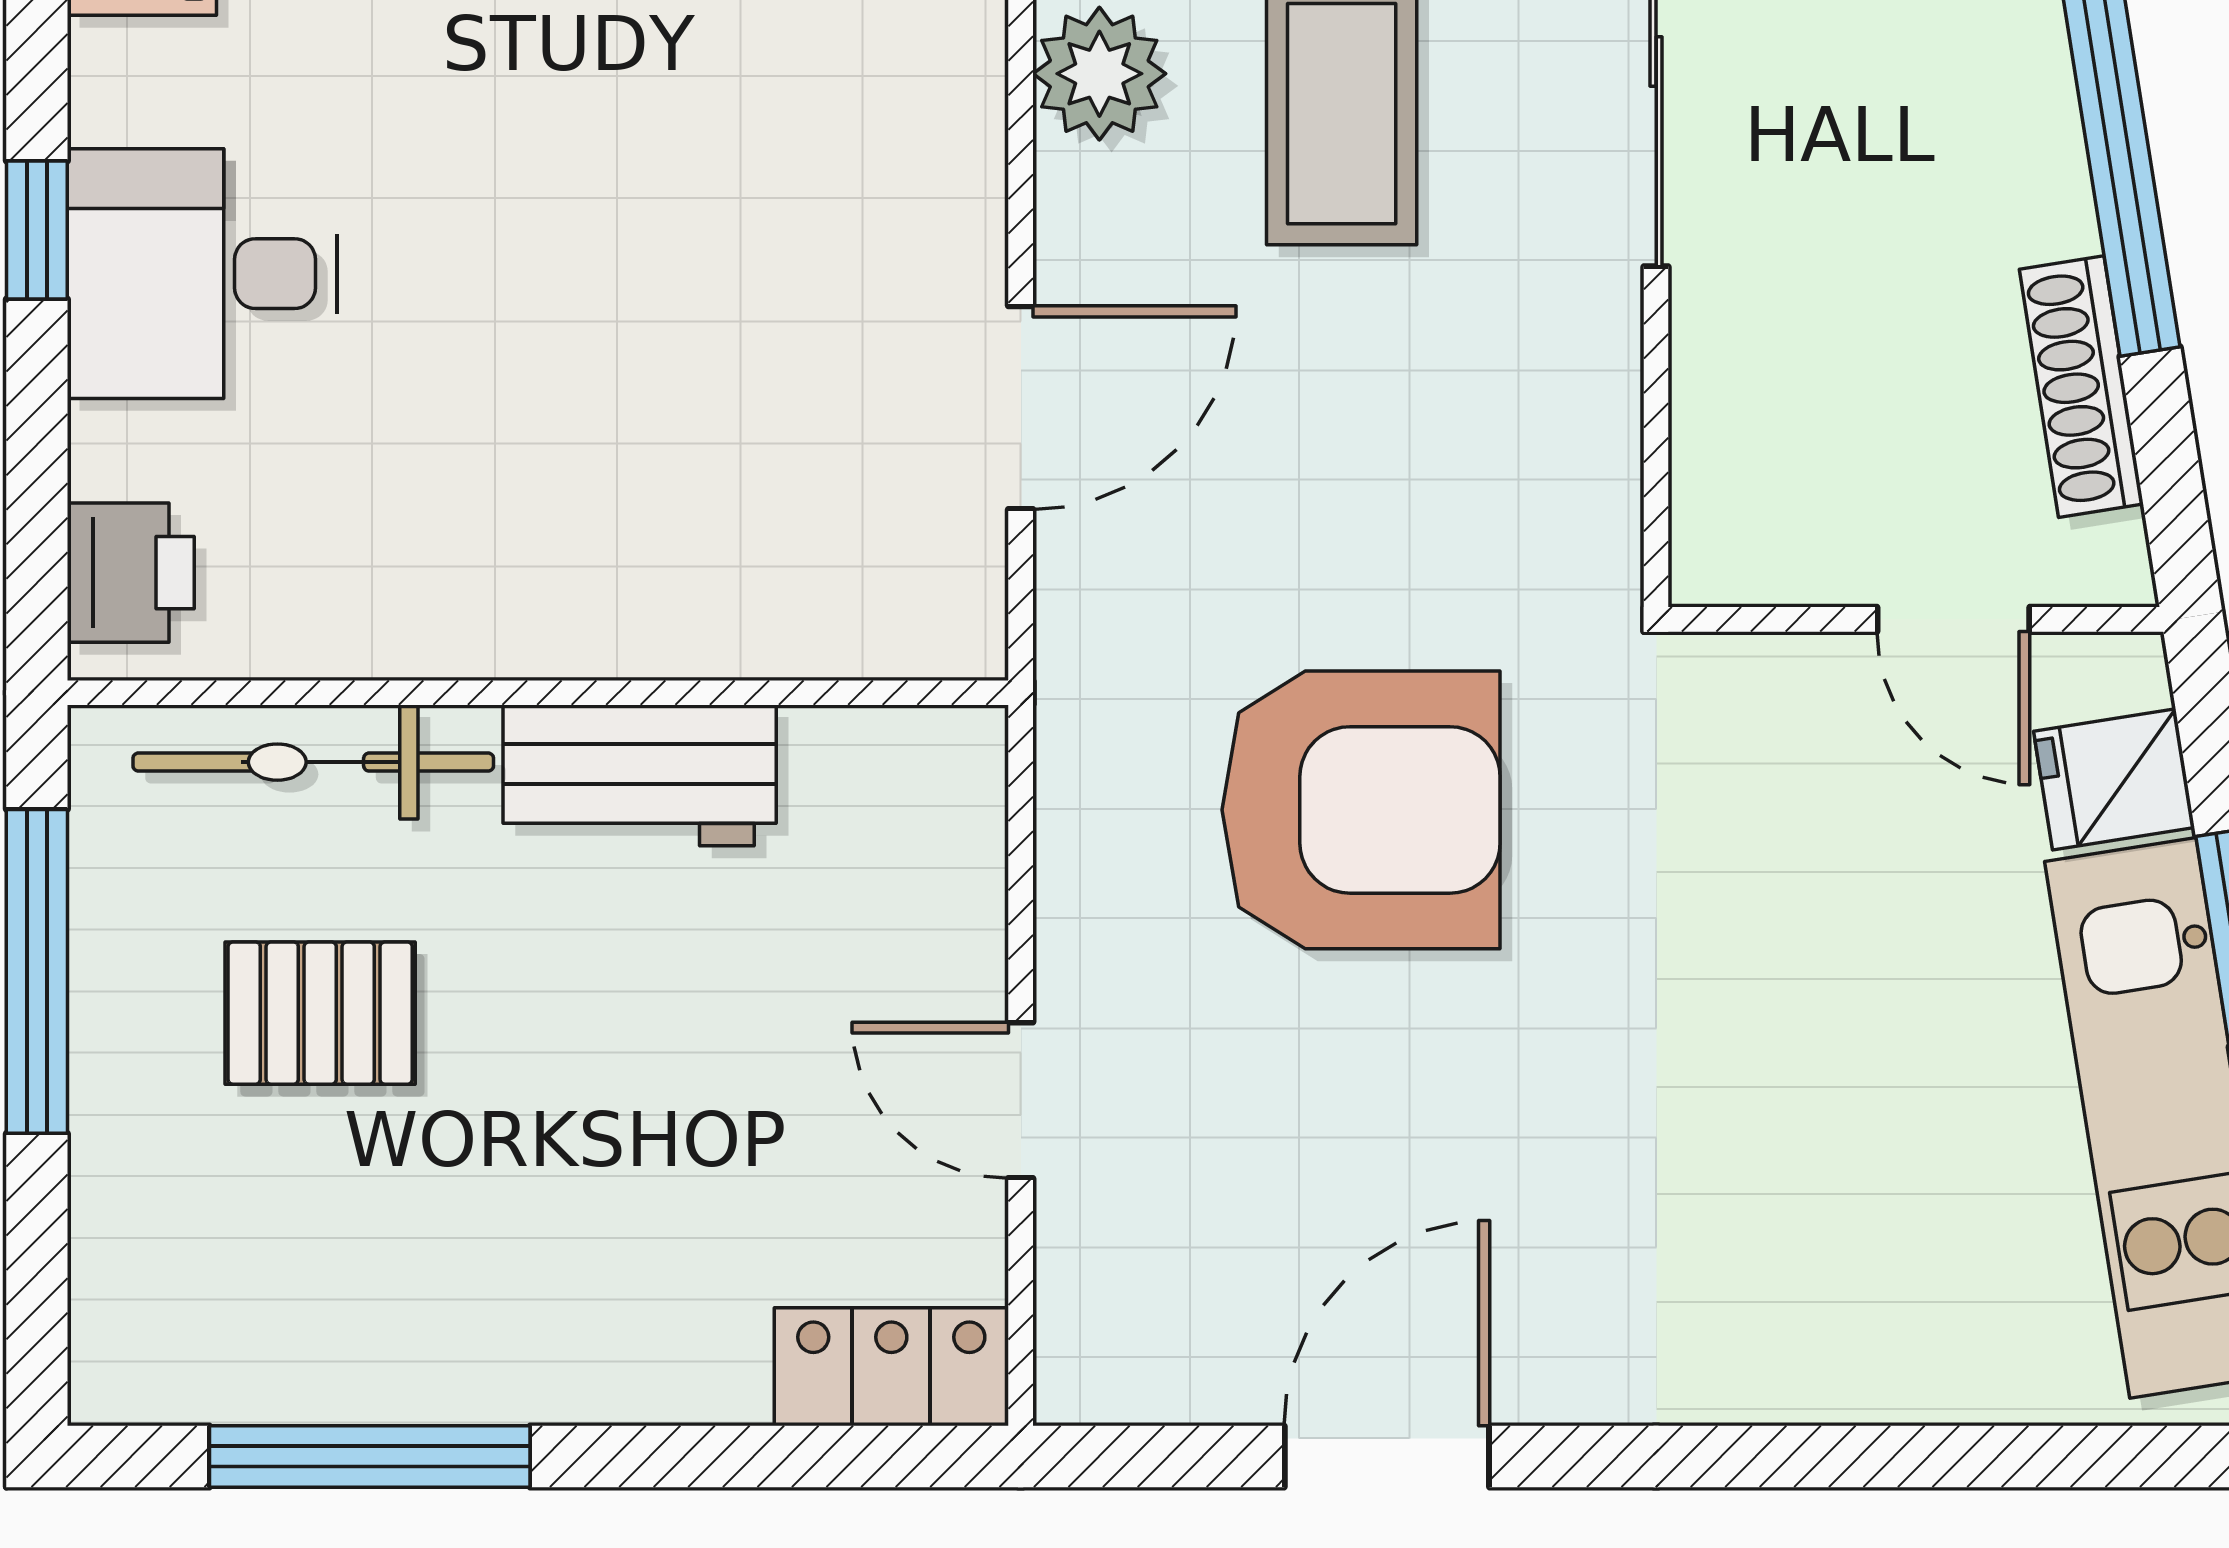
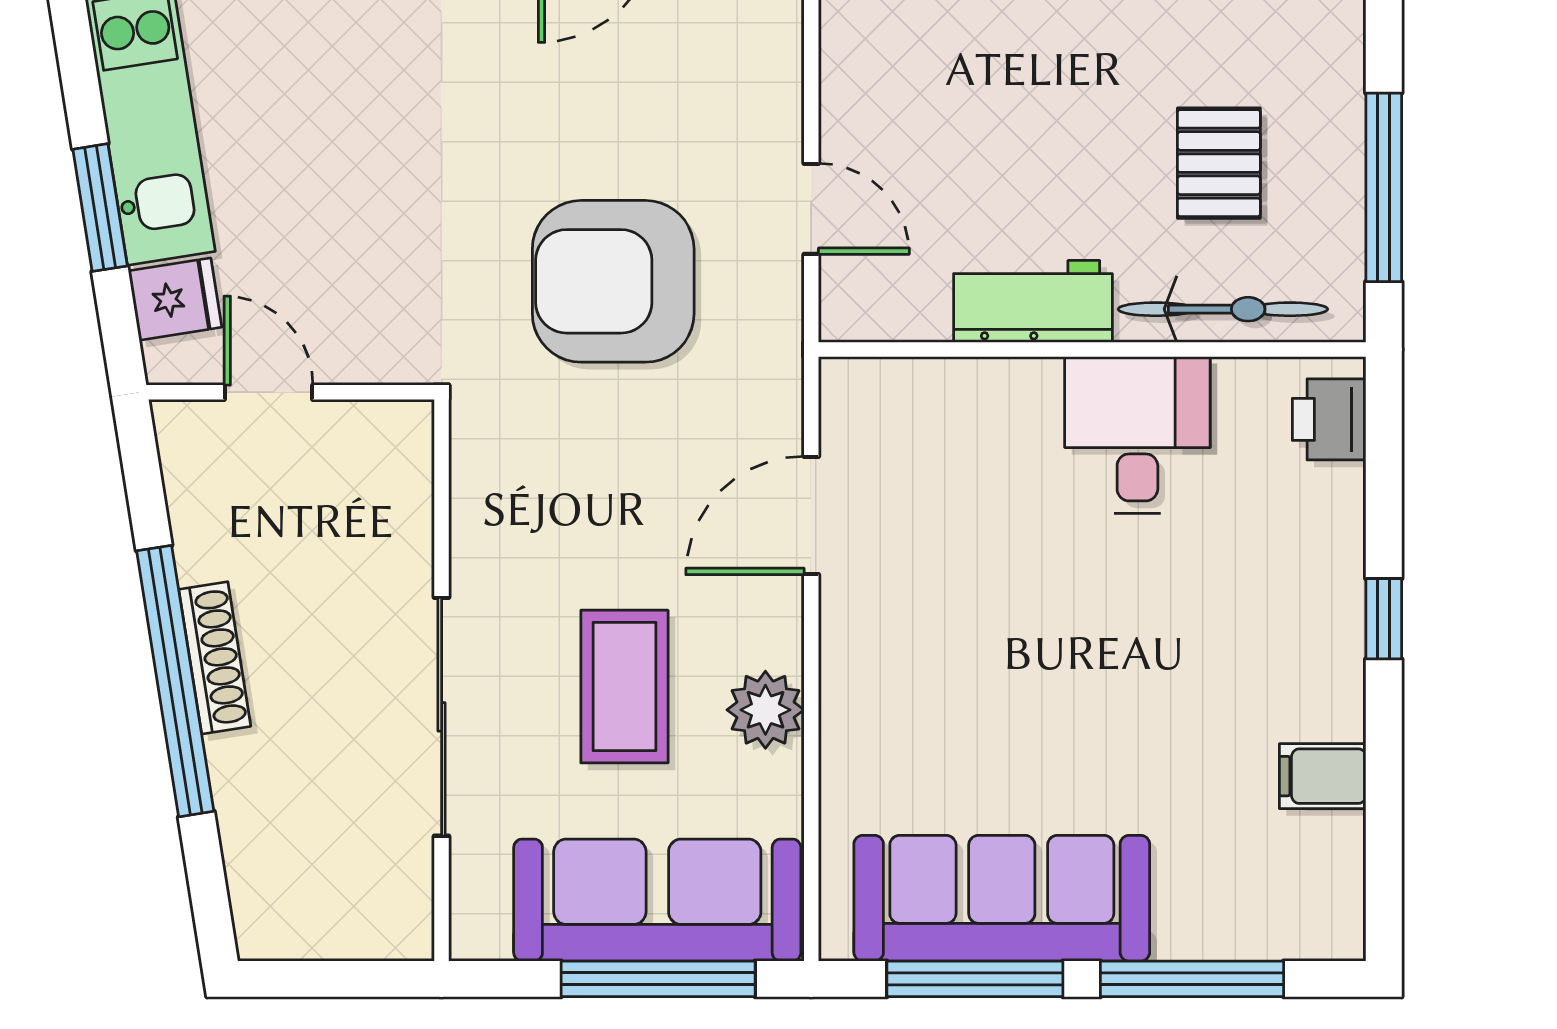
desk: (202, 274) -> (1137, 435), moved, turned -90
shoe rack: (2081, 387) -> (215, 658), moved
pallet: (320, 1013) -> (1219, 163), turned 90
door: (1021, 1100) -> (811, 209), moved

